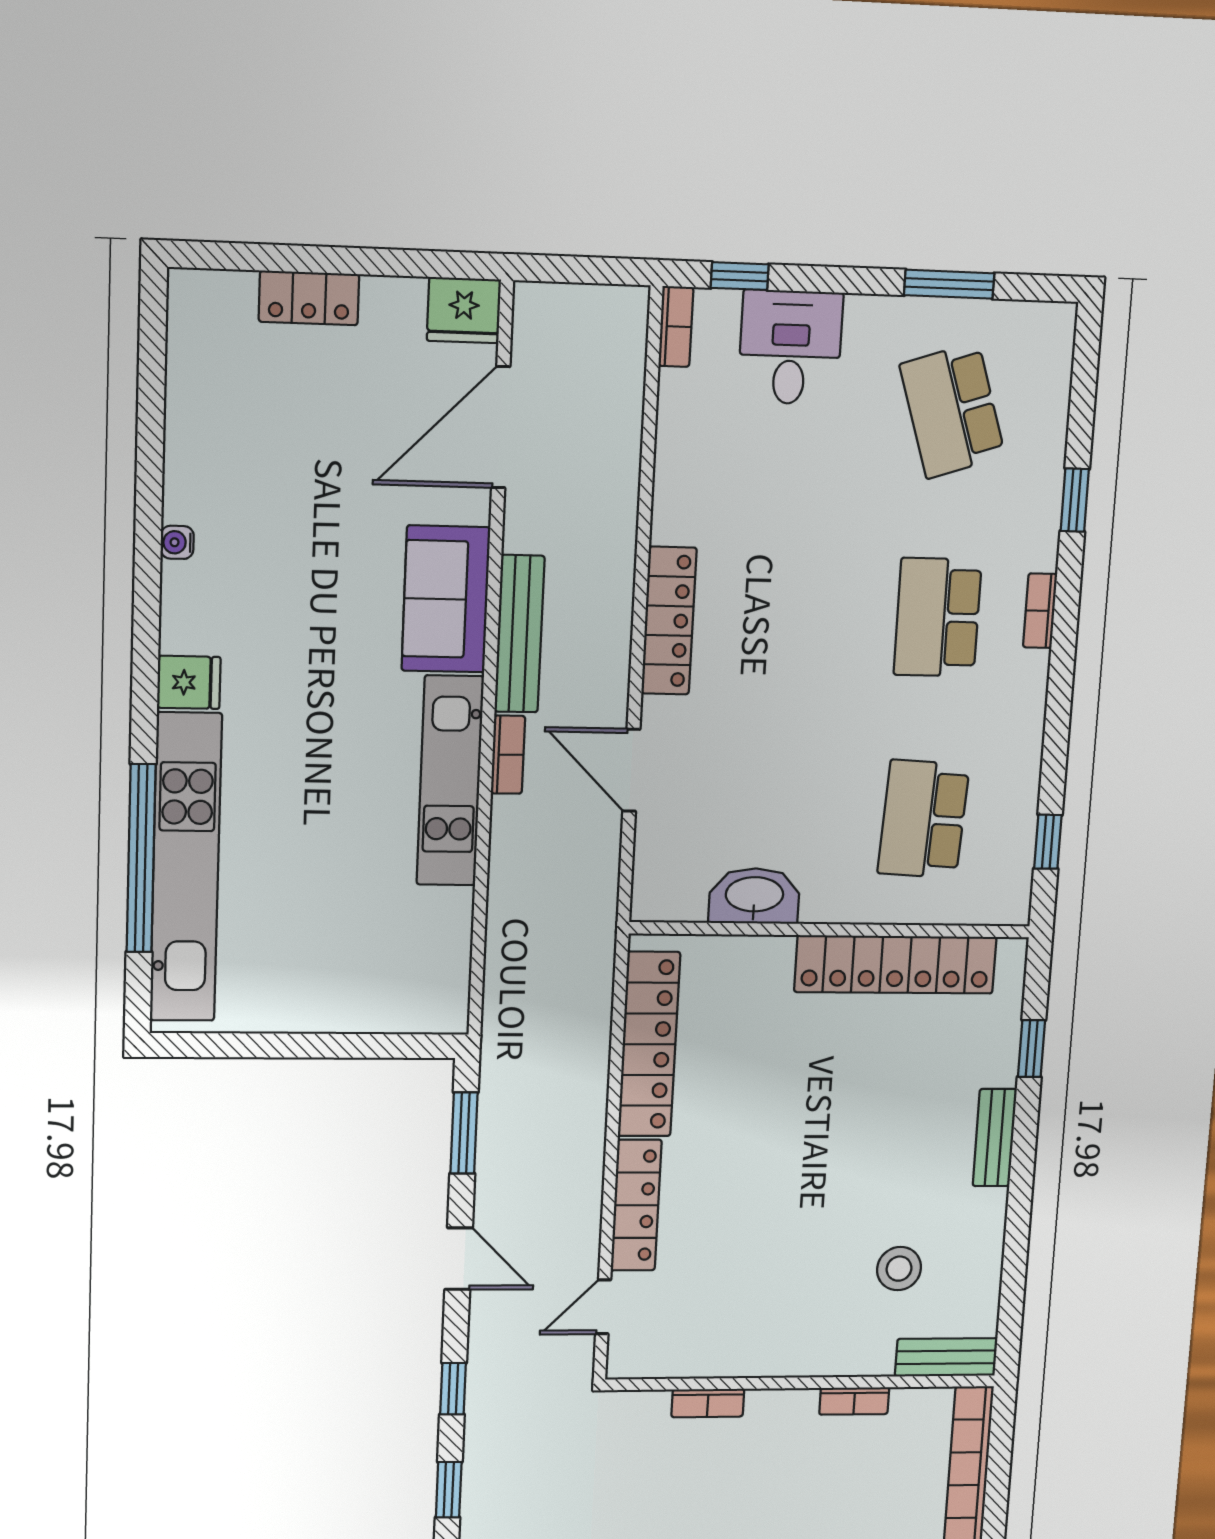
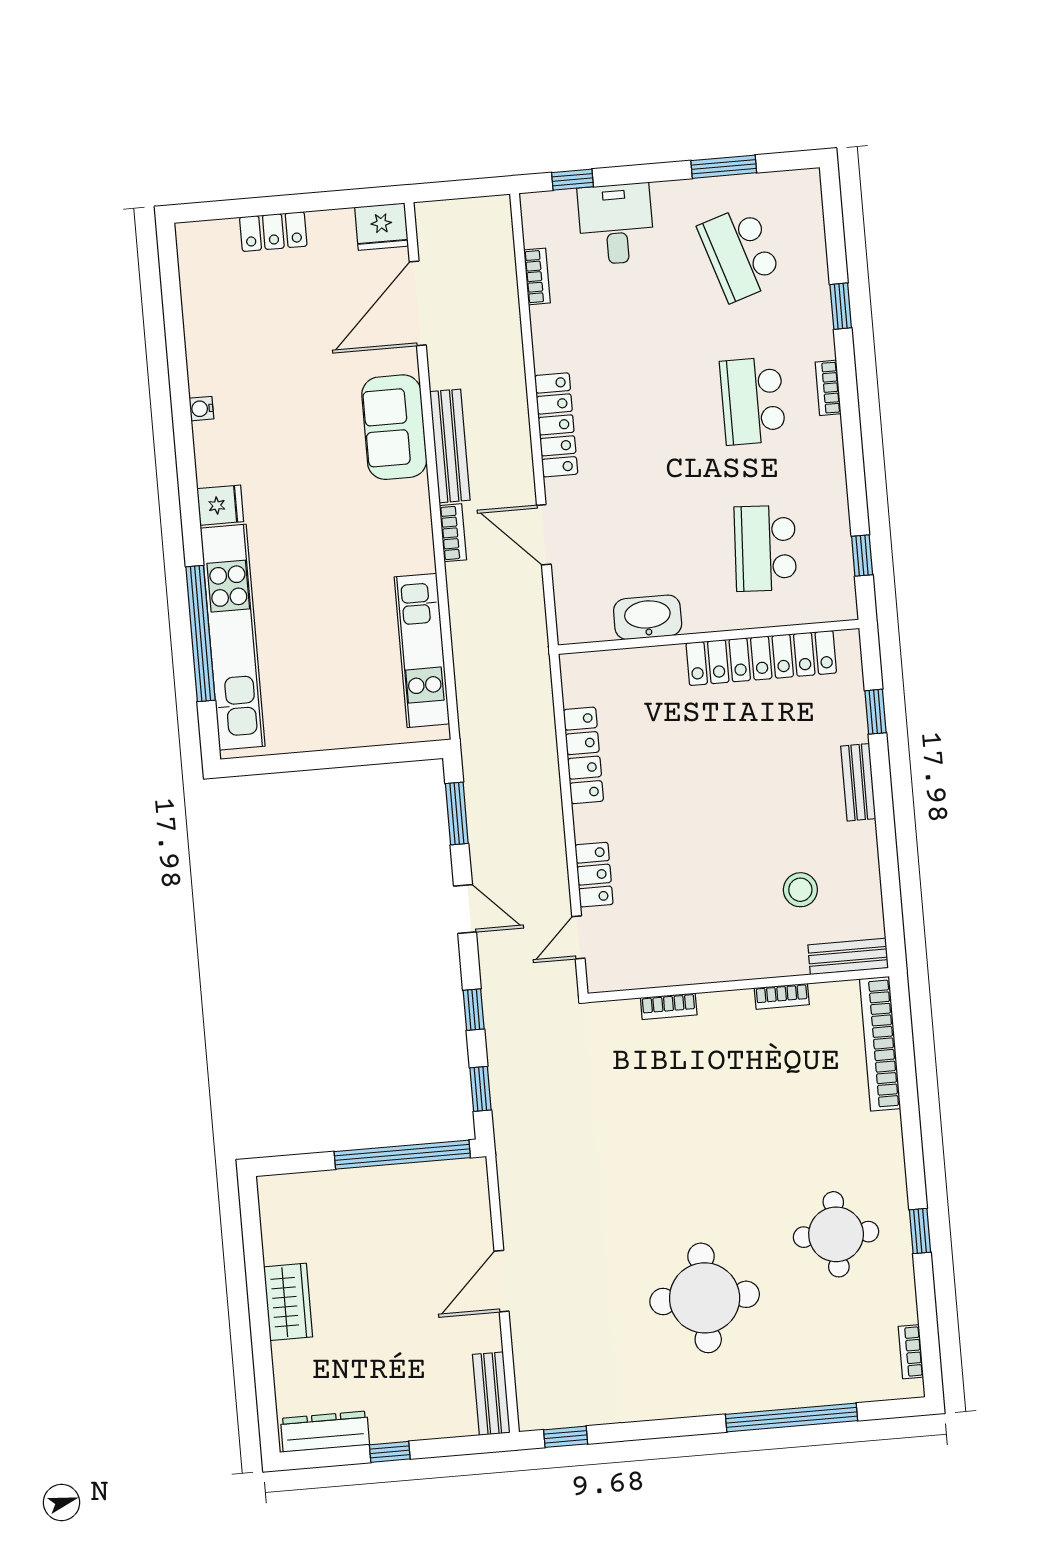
bookcase: (676, 327) -> (537, 276), moved
kitchen unit: (450, 781) -> (422, 650), moved
locker: (649, 1044) -> (583, 755), width x0.71, depth x0.83
locker: (636, 1205) -> (594, 875), width x0.66

